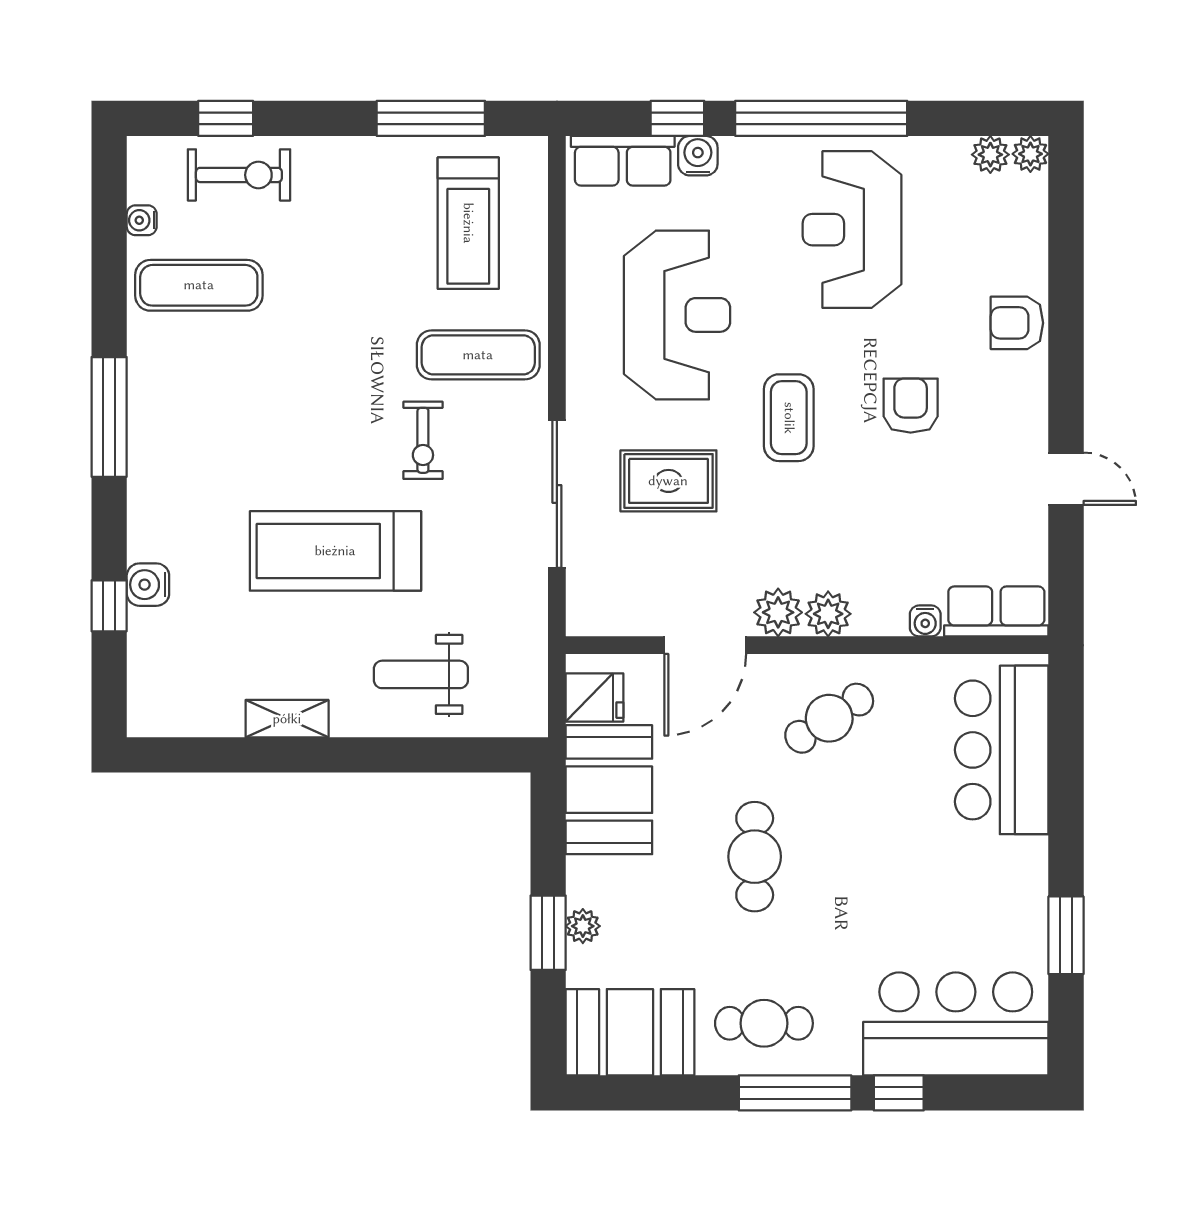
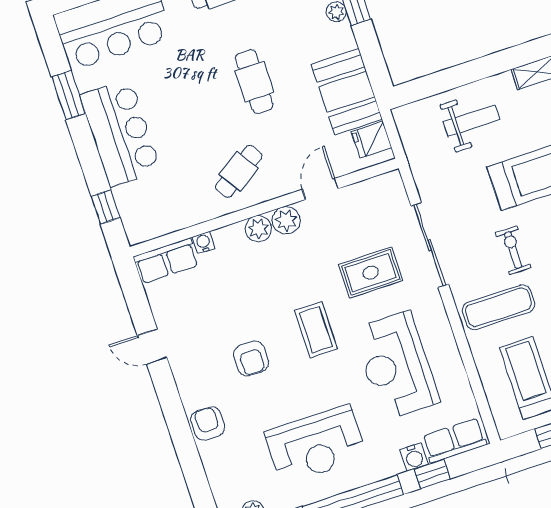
reception desk: (852, 230) -> (316, 445), turned 90
armchair: (1017, 323) -> (208, 423), turned -90
door: (705, 645) -> (320, 189), width x0.73
window: (1066, 732) -> (106, 207), added
bar counter: (1002, 750) -> (120, 133), moved

